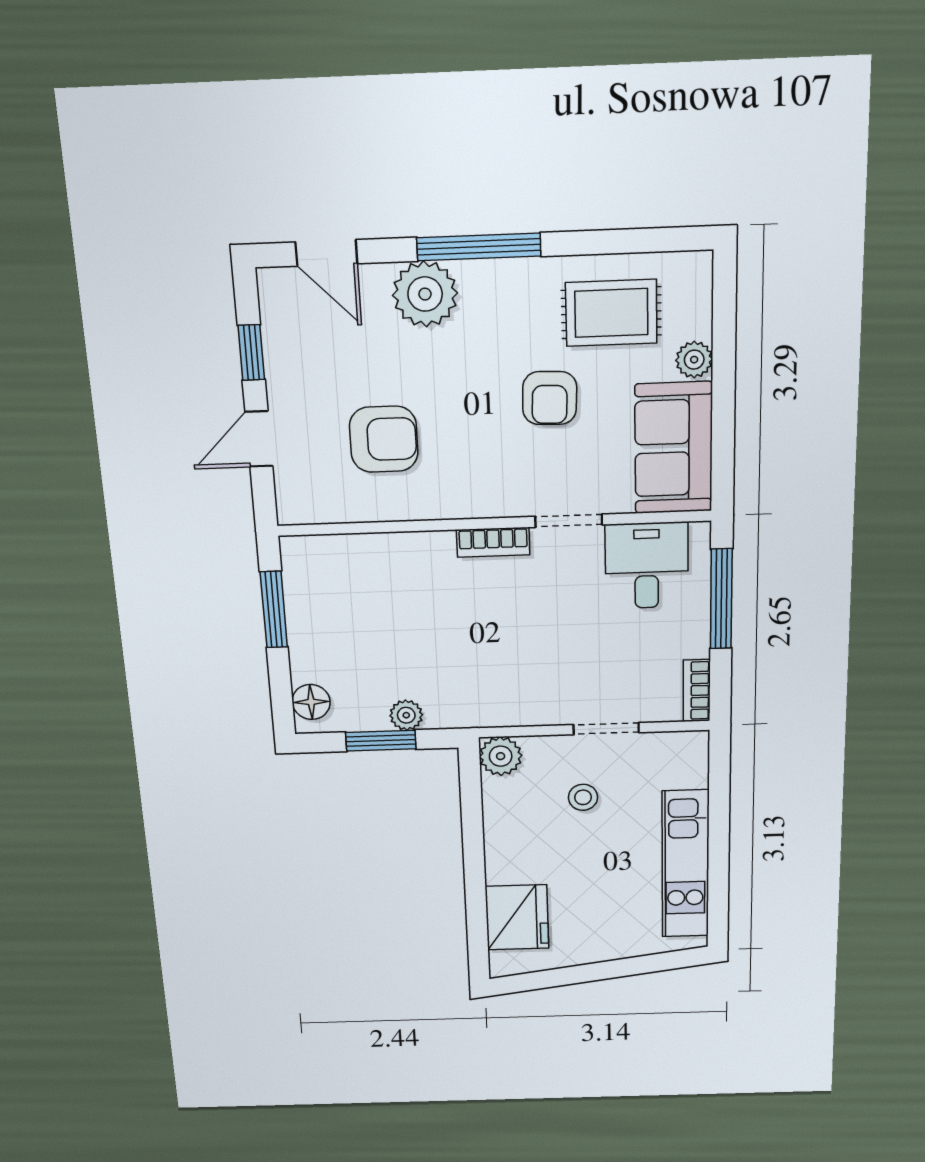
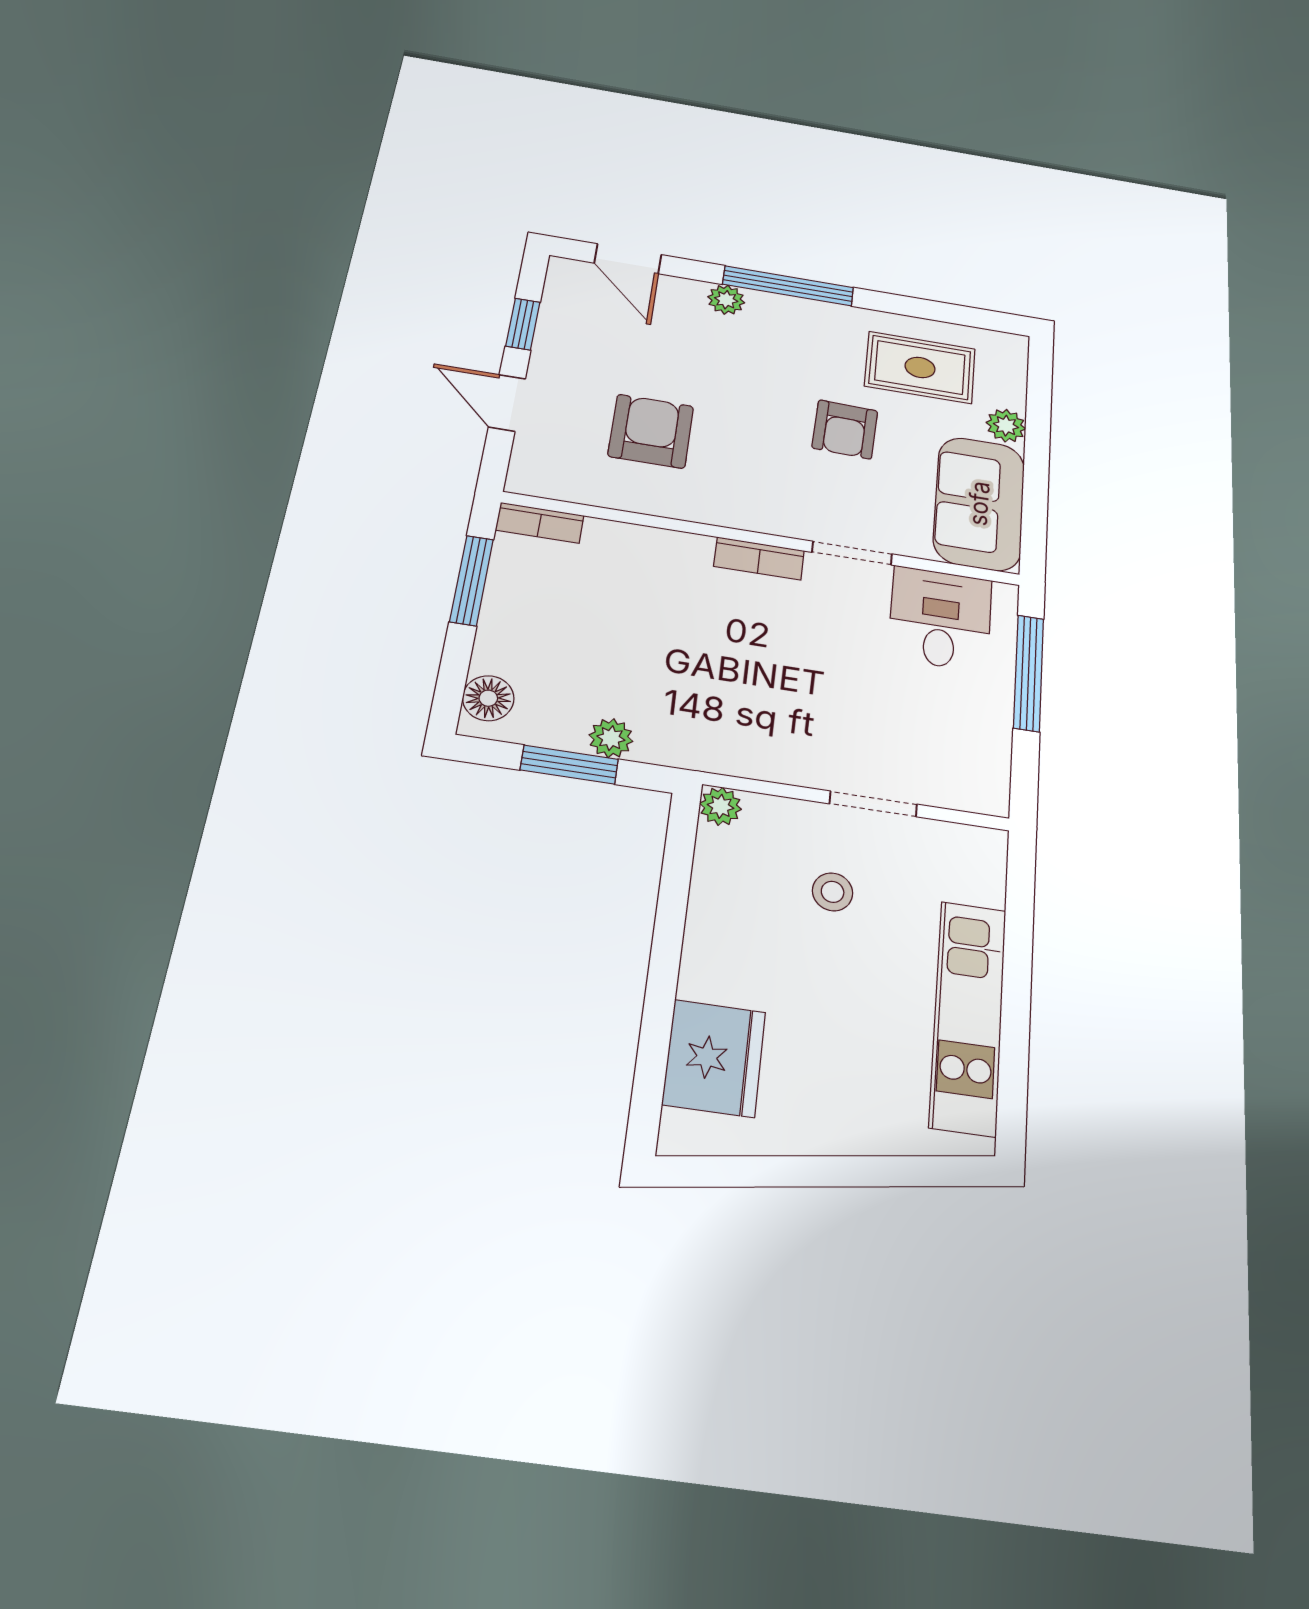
plant: (425, 294) -> (726, 300), width x0.53, depth x0.53
door: (259, 439) -> (507, 403), hinge flipped
armchair: (384, 439) -> (651, 431), turned -90
bookcase: (697, 691) -> (540, 523), moved, turned -90
plant: (501, 756) -> (720, 806), width x0.73, depth x0.73

